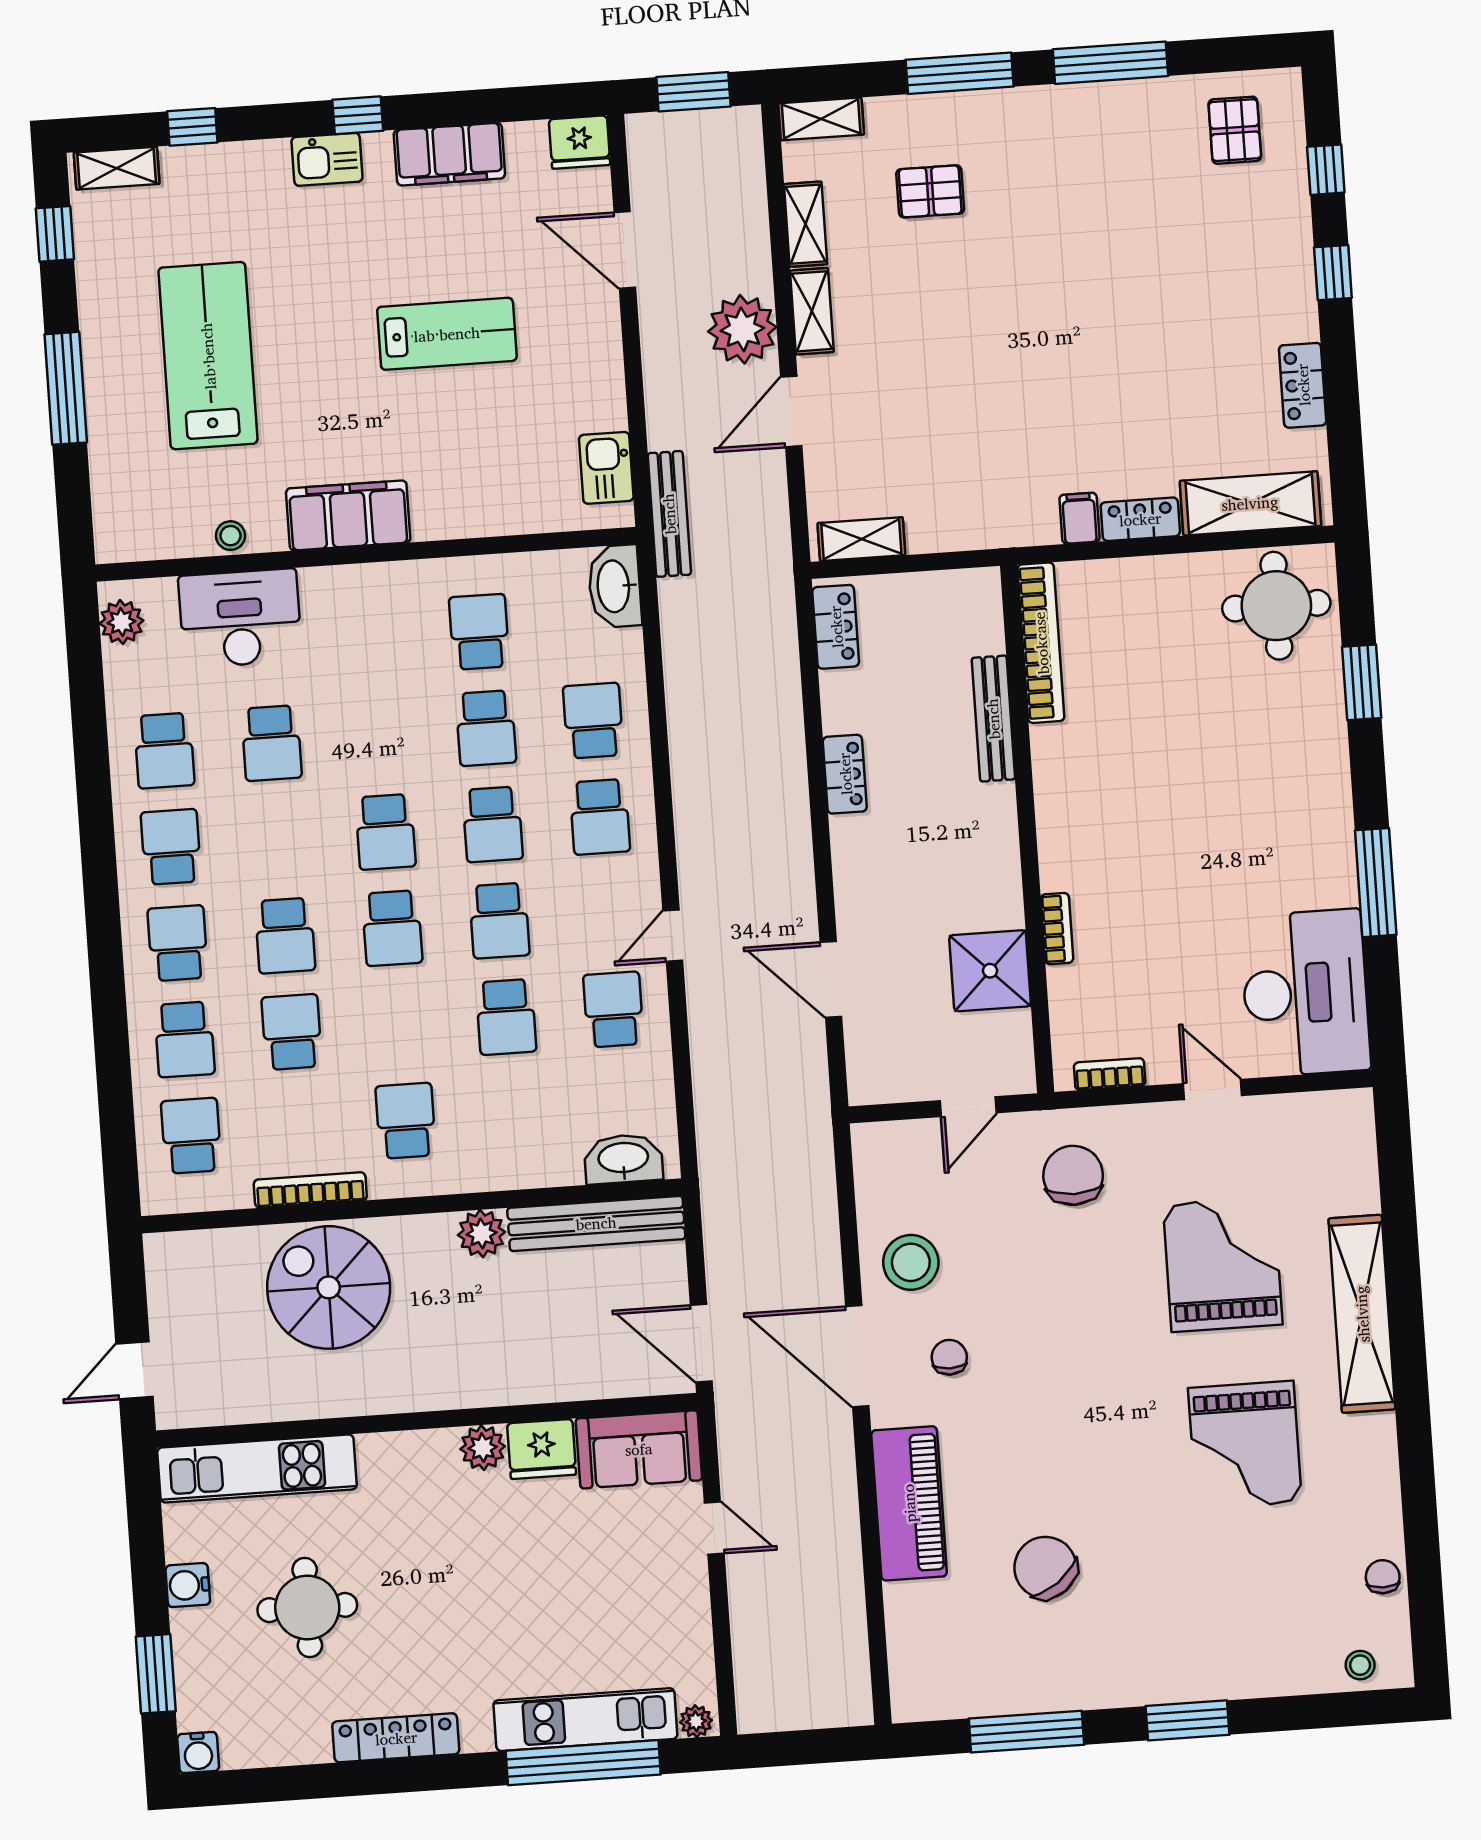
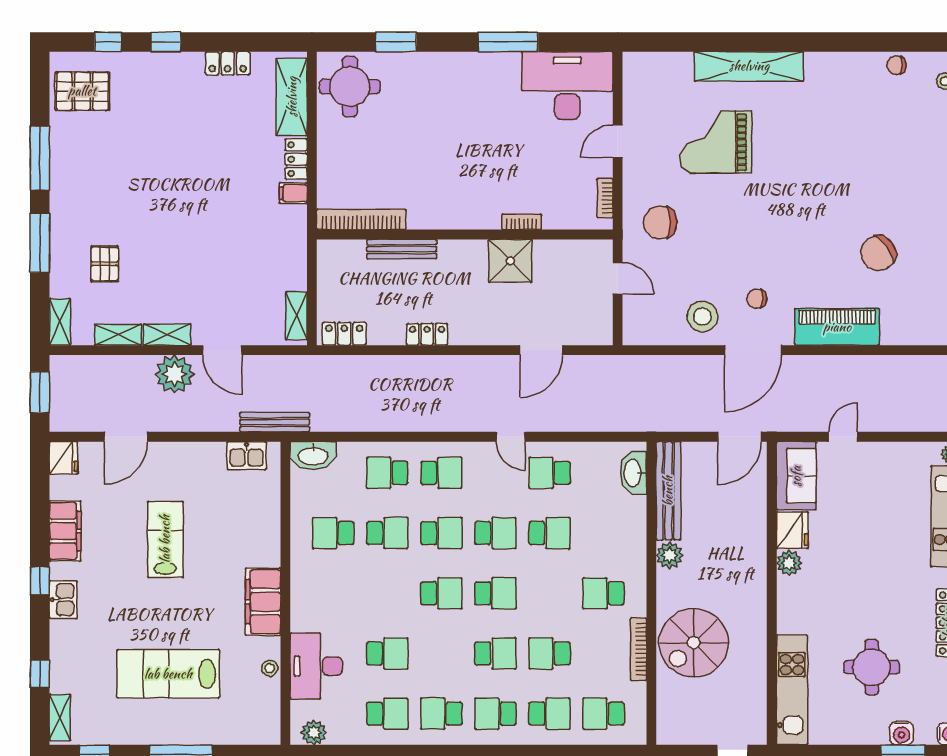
pallet: (1235, 130) -> (82, 91), width x1.50, depth x1.42
shower: (990, 971) -> (510, 261), moved
grand piano: (1245, 1445) -> (817, 137), removed
water cooler: (188, 1585) -> (902, 733), moved

